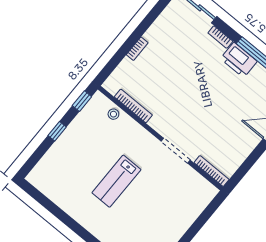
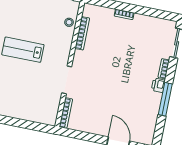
printer: (239, 60) -> (158, 85), width x0.53, depth x0.68

